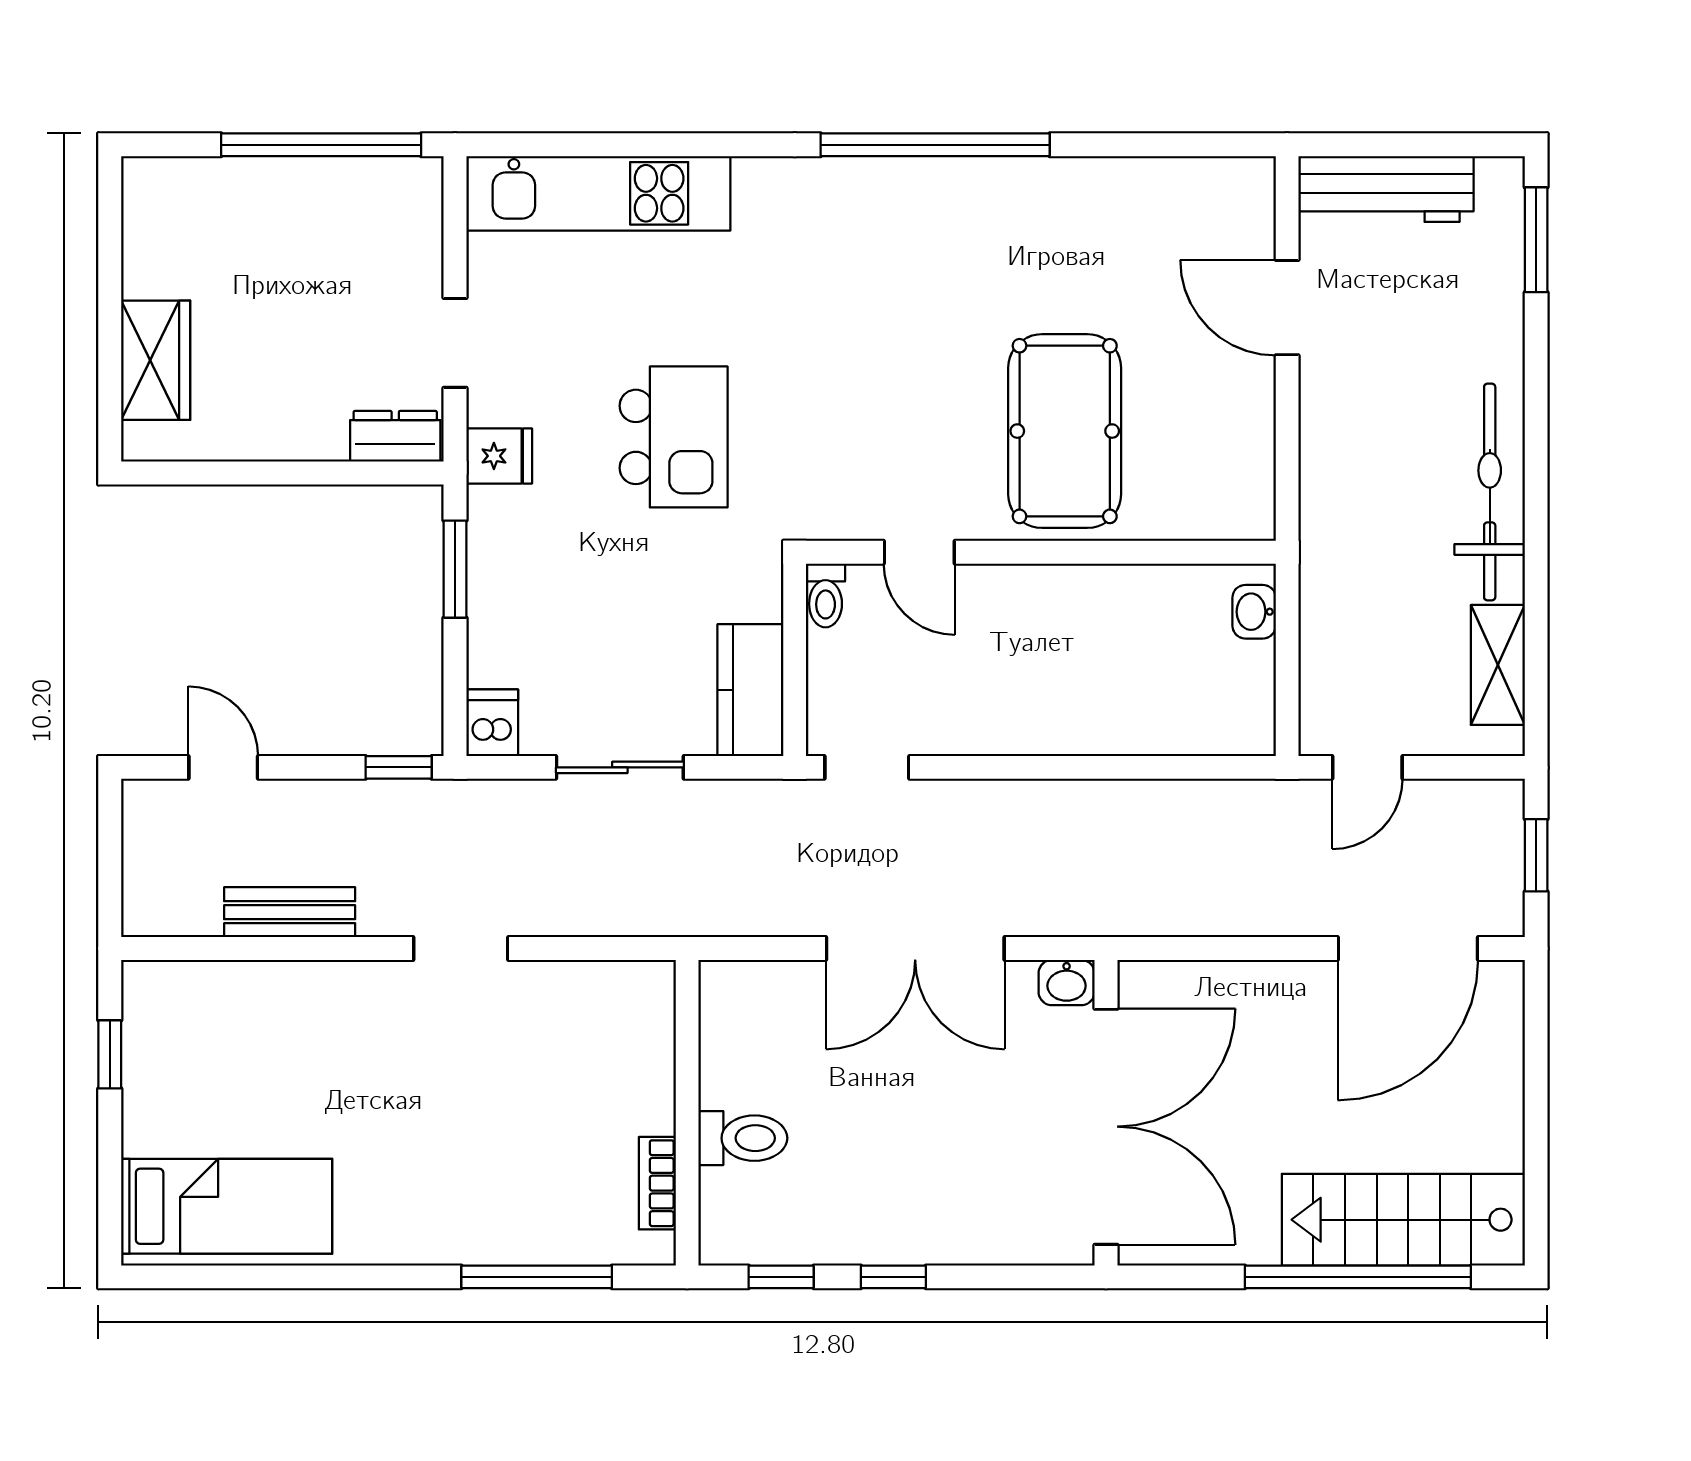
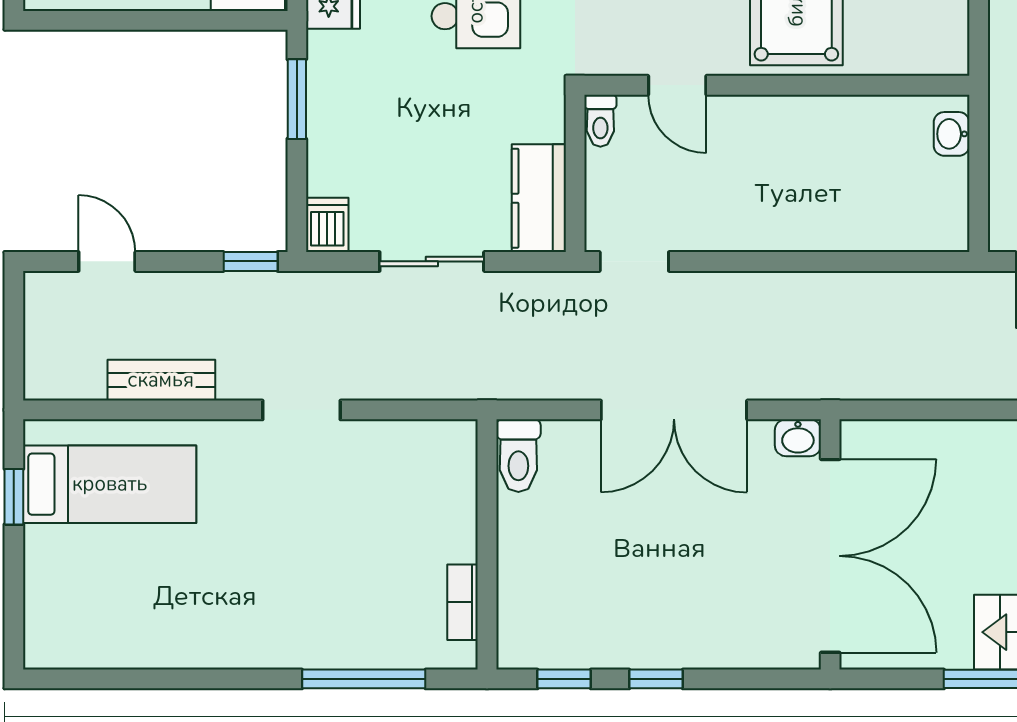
toilet: (743, 1138) -> (518, 456), moved, turned 90
bed: (227, 1206) -> (110, 484), moved

